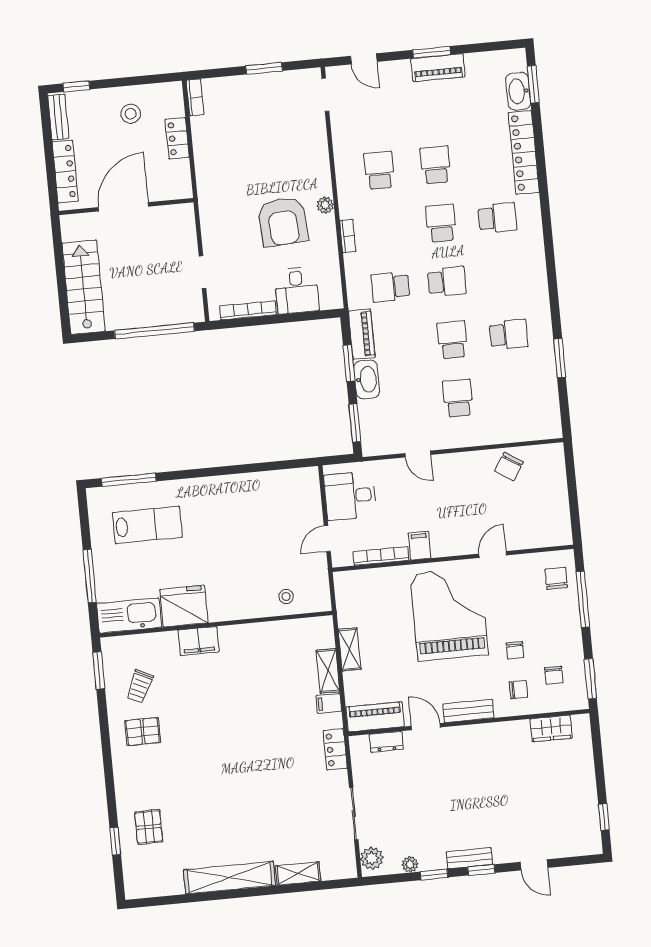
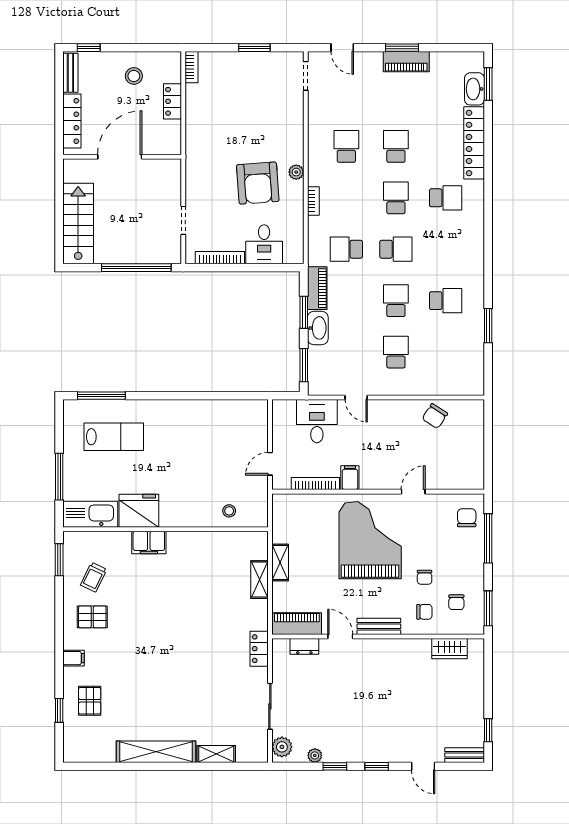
desk: (350, 496) -> (317, 421), moved, turned 90
filing cabinet: (329, 703) -> (74, 658), moved, turned 180
bench: (469, 858) -> (465, 755), moved

